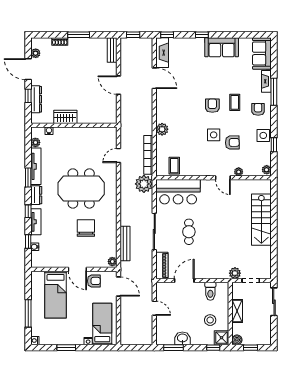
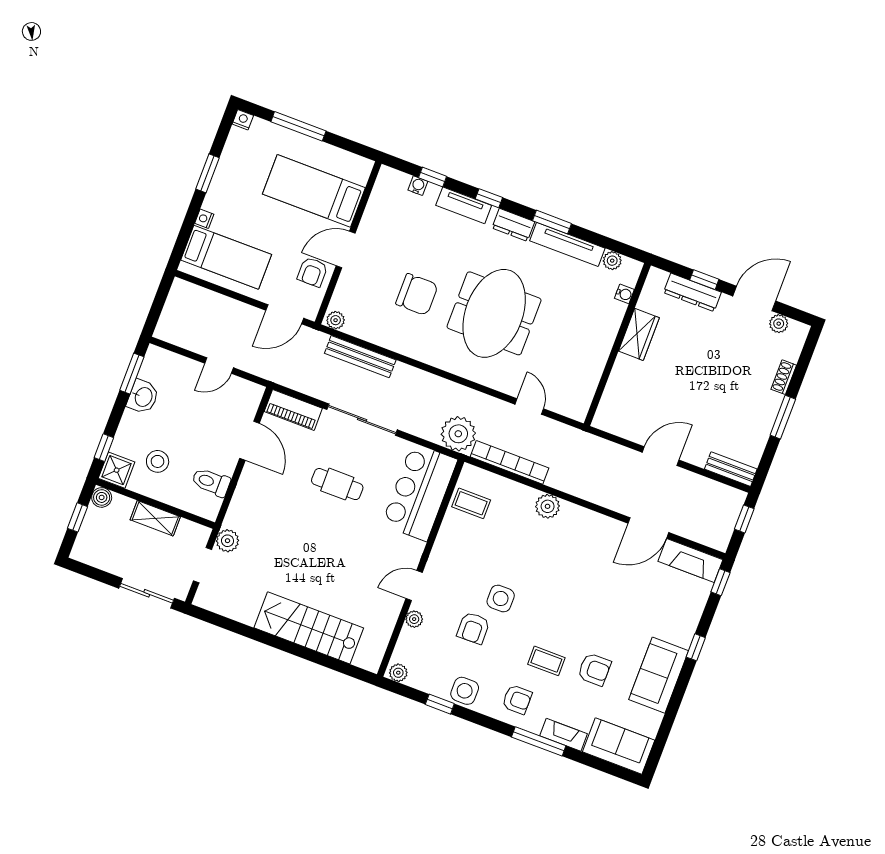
armchair: (212, 106) -> (594, 669), moved

